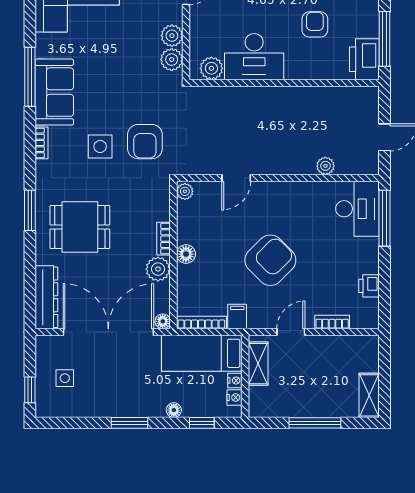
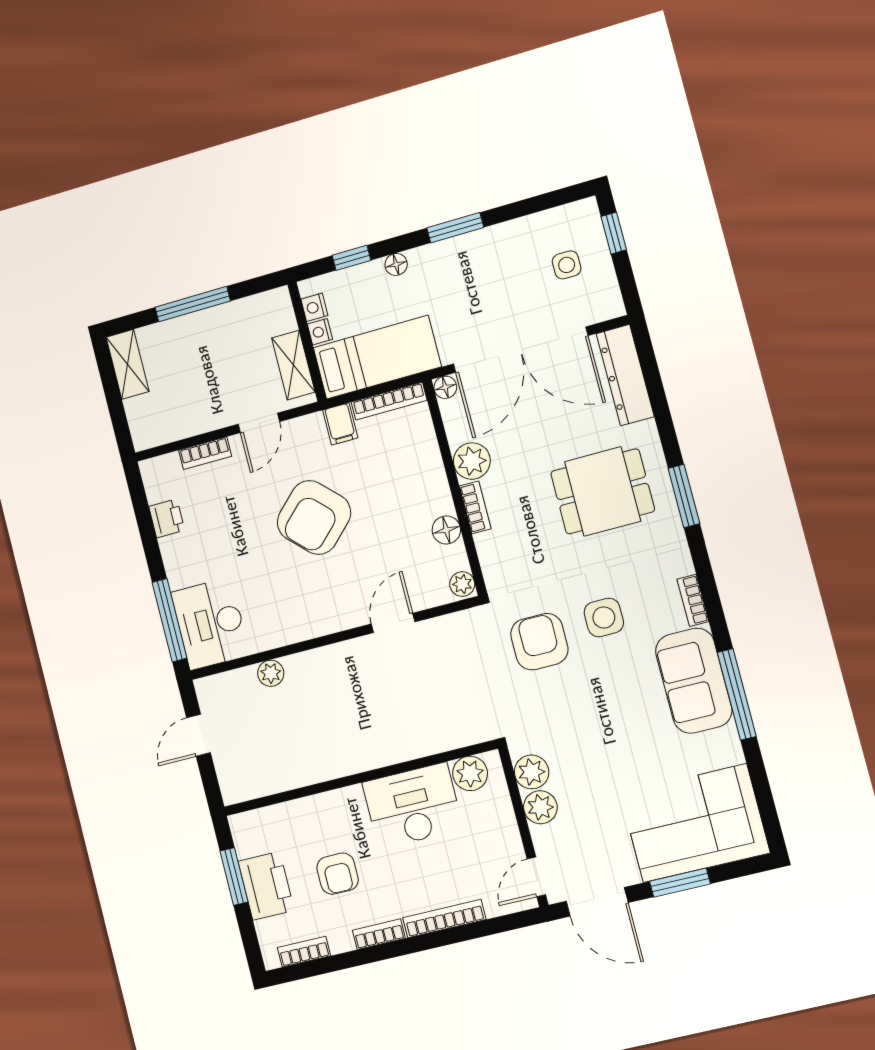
window: (384, 39) -> (234, 877), width x0.69
printer: (364, 59) -> (266, 886), moved
floor lamp: (186, 254) -> (446, 530), moved

